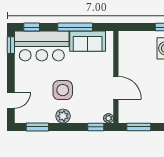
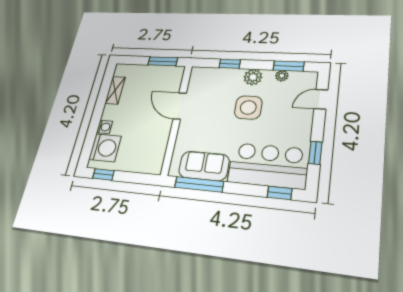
window: (75, 27) -> (199, 184), moved
window: (11, 45) -> (315, 153), moved
plant: (109, 118) -> (282, 76), moved
window: (96, 127) -> (230, 64), moved

